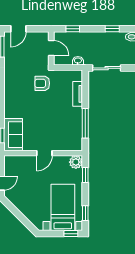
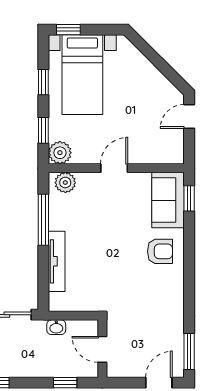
armchair: (42, 83) -> (160, 251), moved
tv unit: (78, 94) -> (57, 261), width x1.41
plant: (73, 145) -> (65, 183), added
window: (85, 213) -> (43, 82), moved

